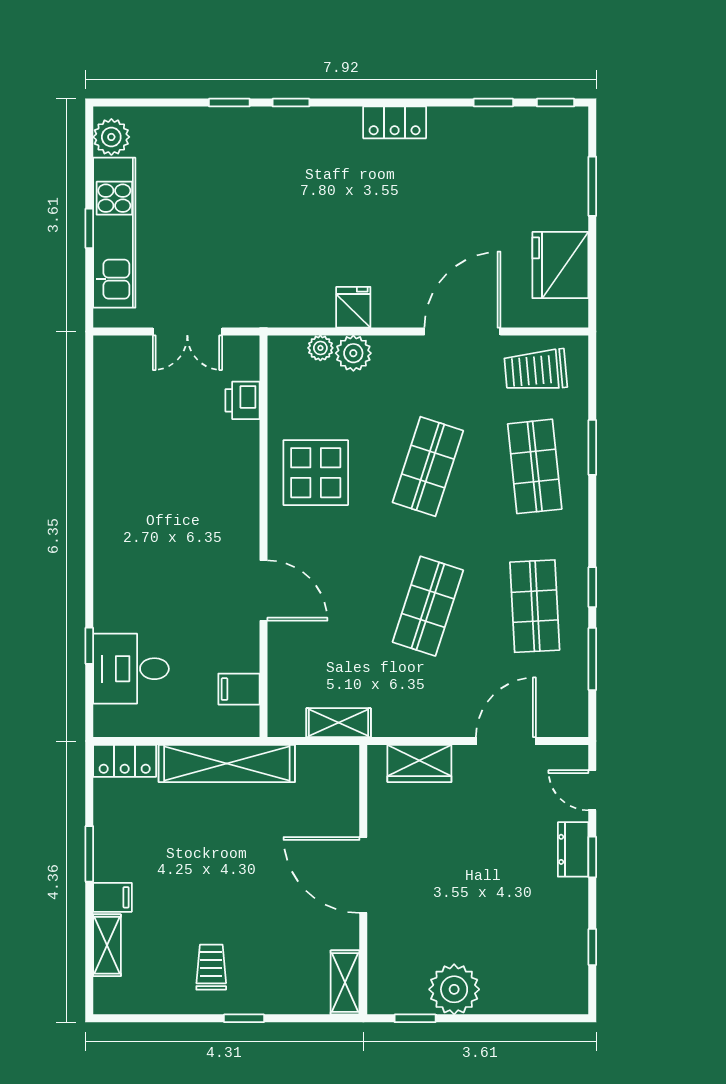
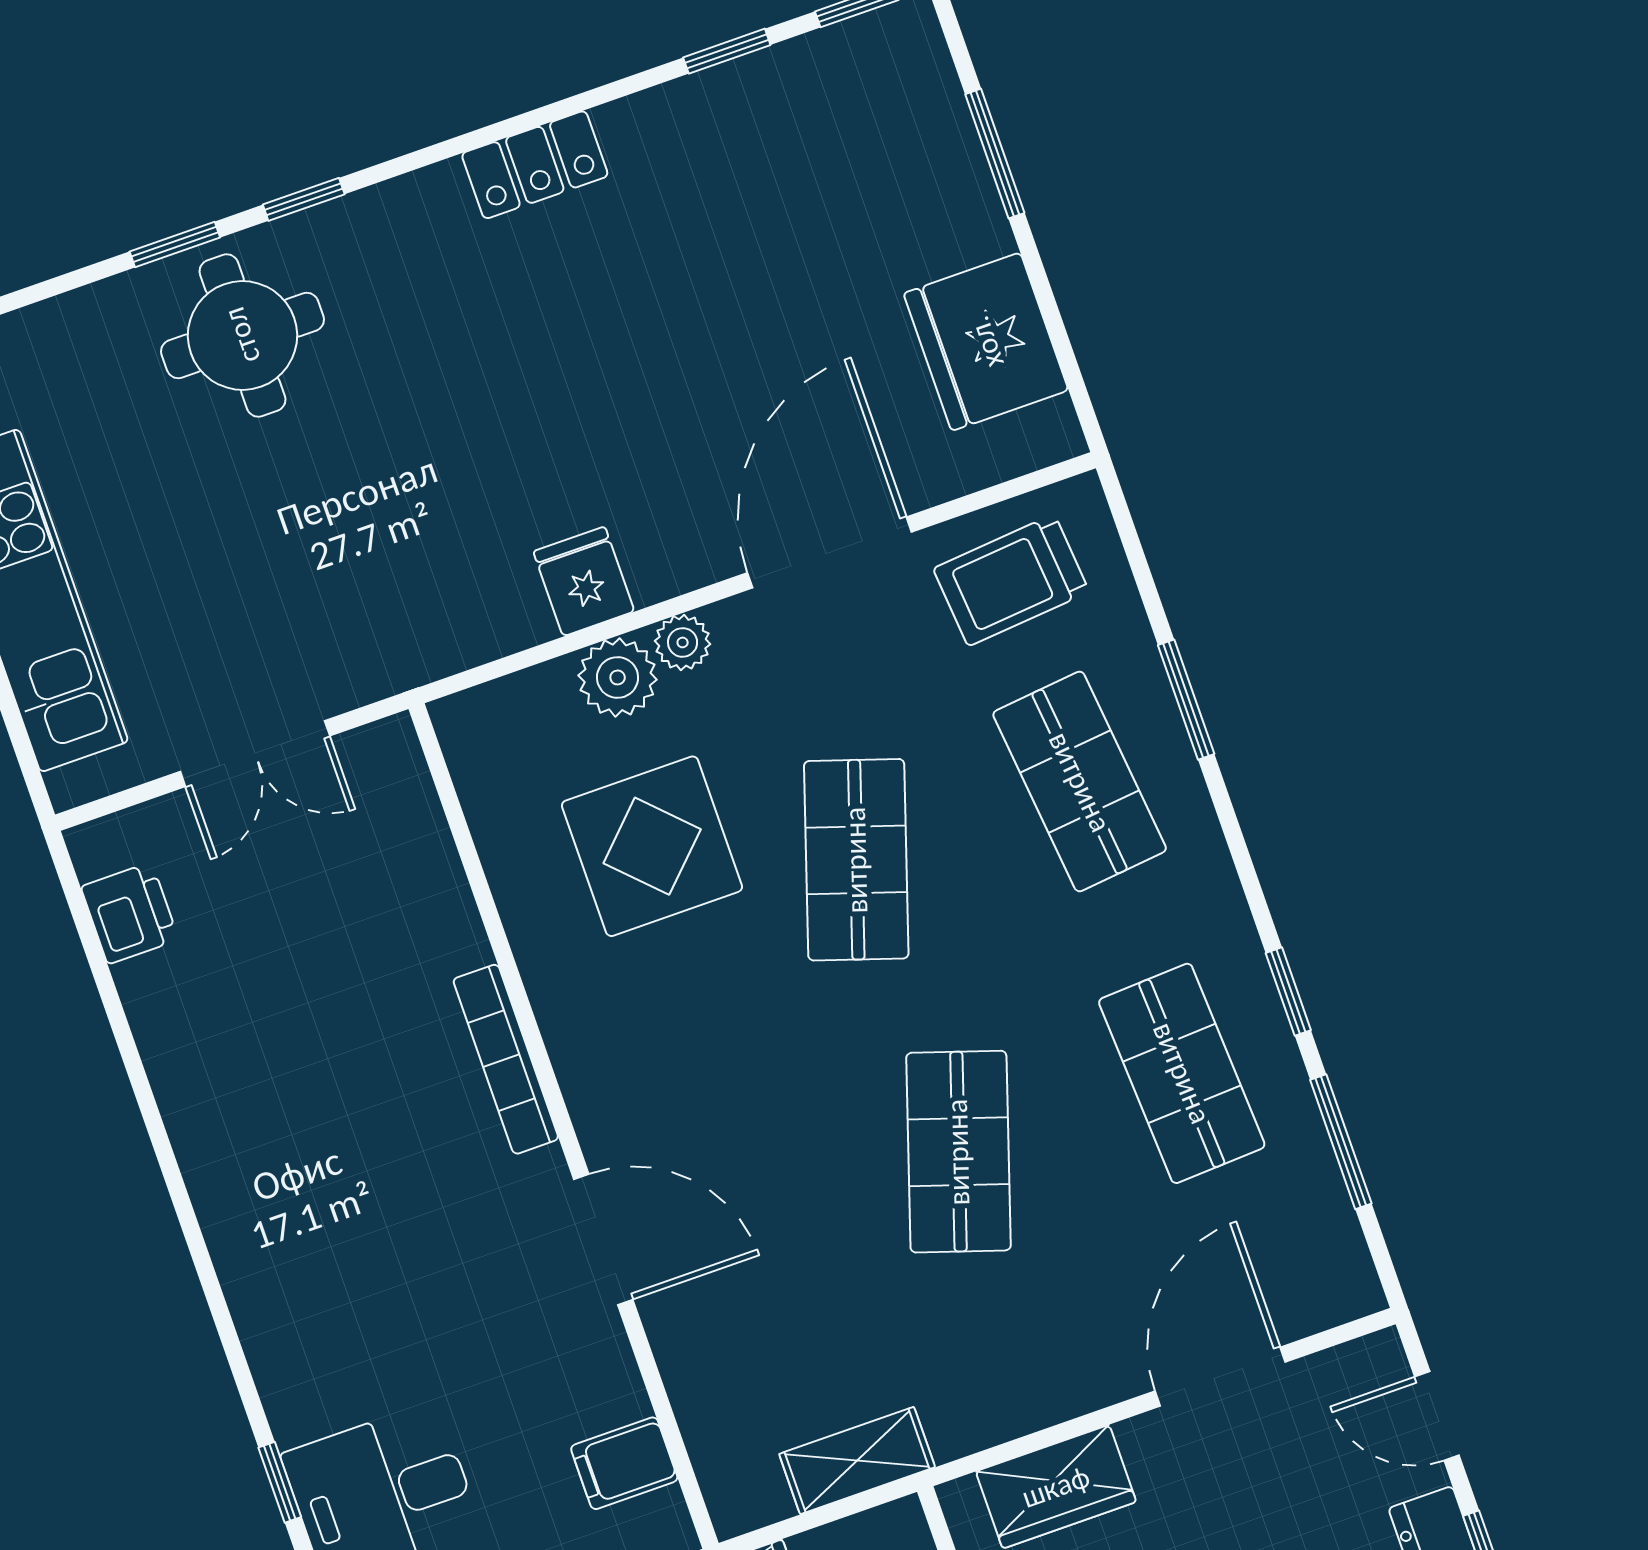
round table: (245, 151) -> (242, 335), added
plant: (320, 348) -> (683, 642), moved
printer: (242, 400) -> (130, 913), moved, turned 180
display table: (316, 473) -> (652, 846), moved
bookcase: (249, 499) -> (506, 1059), added

